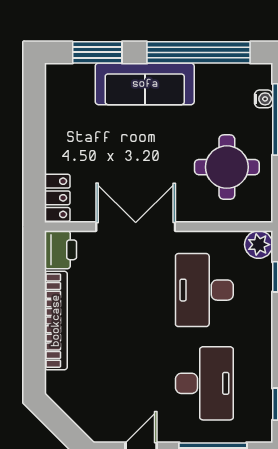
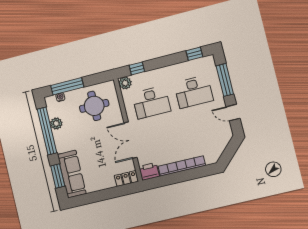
plant: (210, 76) -> (56, 124), added
sofa: (145, 84) -> (72, 174), moved
desk: (204, 383) -> (194, 92), turned 180

